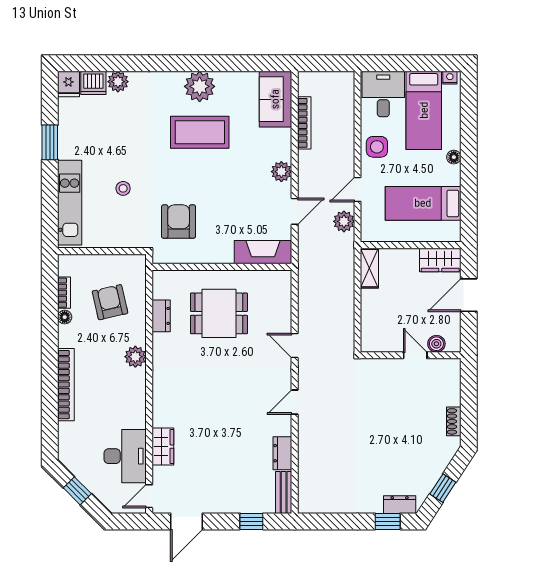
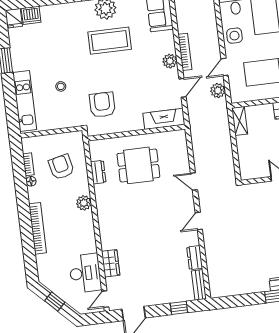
plant: (118, 82) -> (48, 12), removed
bookcase: (304, 123) -> (185, 52), moved

